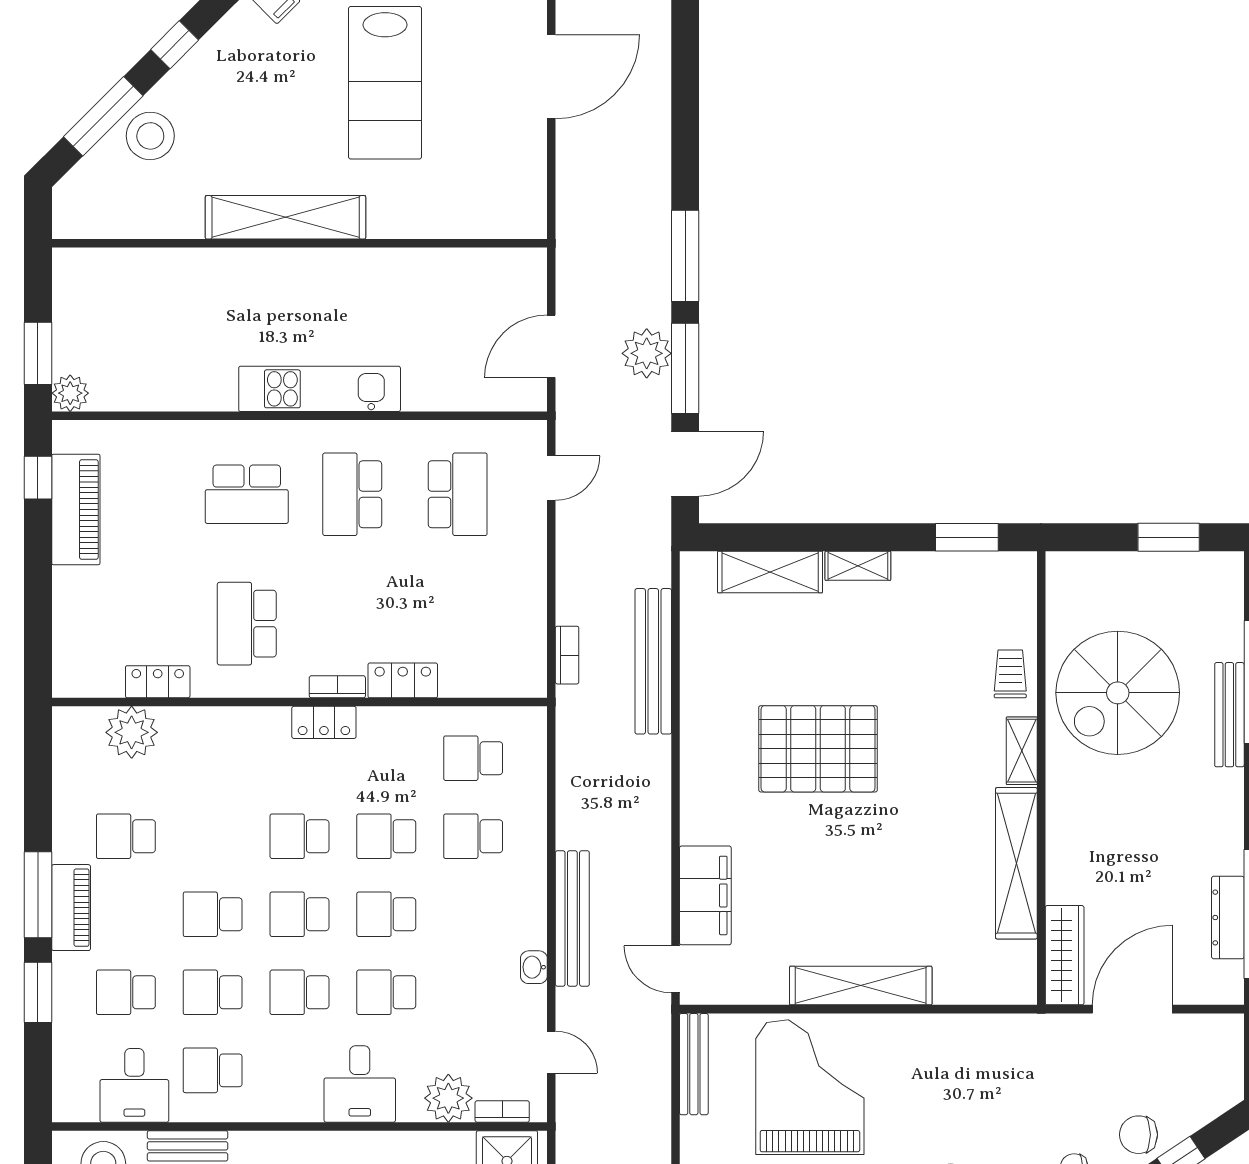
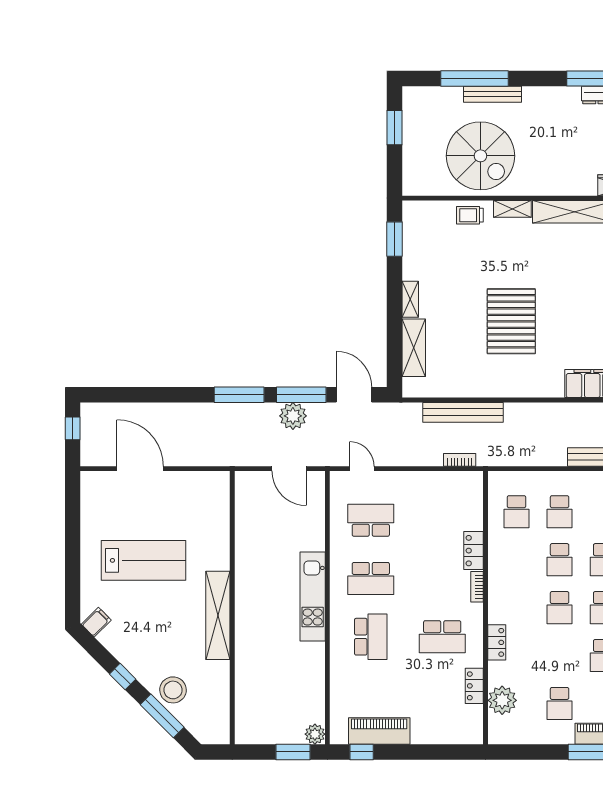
locker: (324, 722) -> (497, 642), moved

